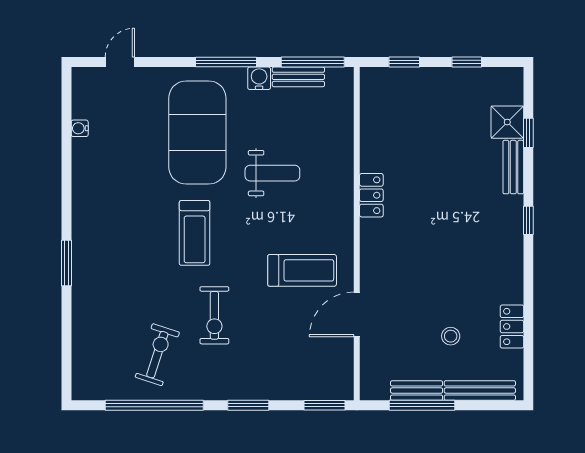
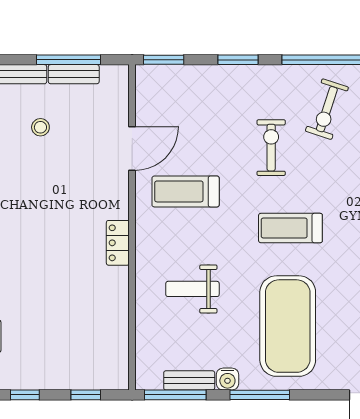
weight bench: (272, 173) -> (192, 289), moved
locker: (371, 195) -> (118, 243), moved
treadmill: (195, 233) -> (290, 228), turned -90

